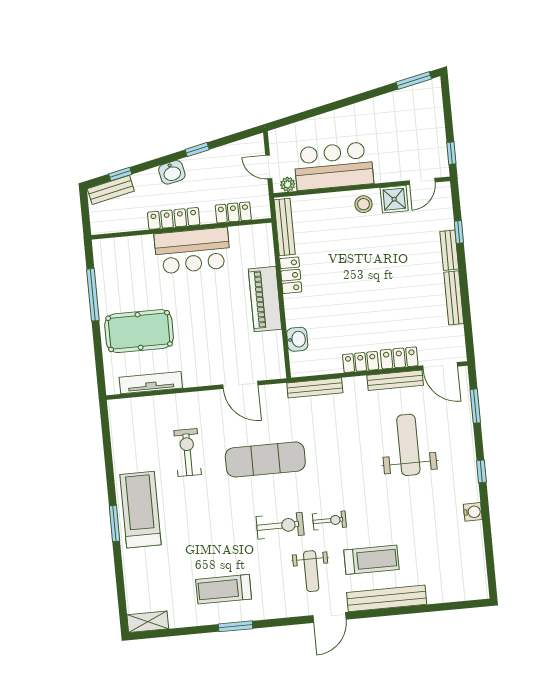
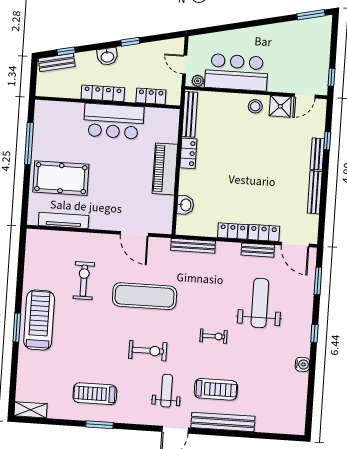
bench: (395, 380) -> (258, 250), width x0.73
exercise bike: (329, 520) -> (213, 336), moved
weight bench: (311, 571) -> (167, 391), turned 180

